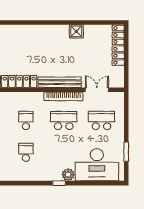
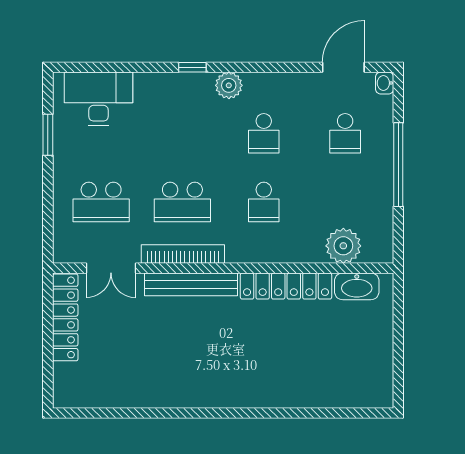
shower: (76, 31) -> (155, 394), removed
locker: (118, 45) -> (65, 317), moved
desk: (97, 165) -> (99, 99), width x0.73, depth x0.77
plant: (68, 175) -> (229, 85), moved

